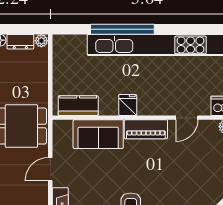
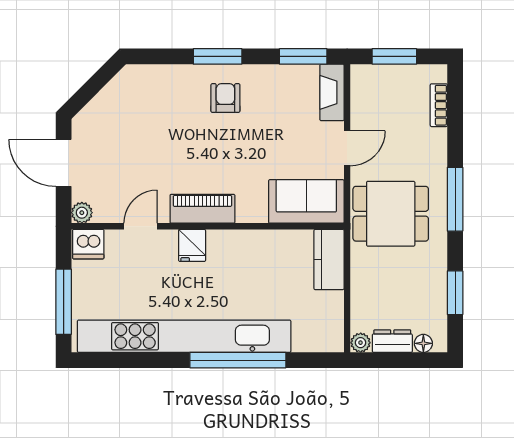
fridge: (128, 105) -> (192, 245), moved
kitchen counter: (78, 106) -> (329, 260), moved, turned 90
sofa: (98, 134) -> (306, 201), moved

